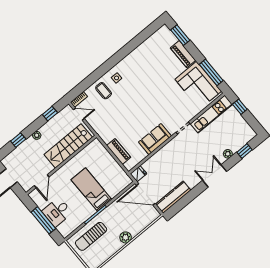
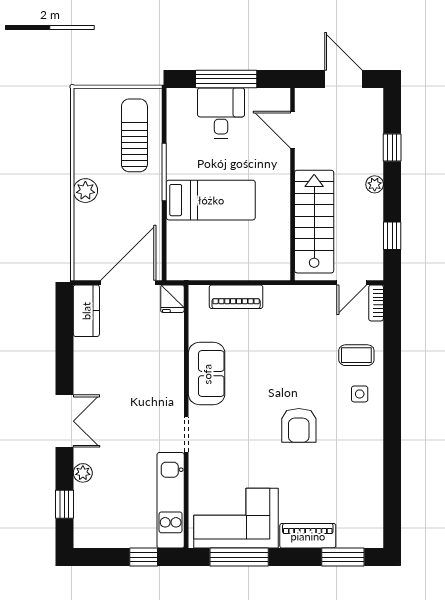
armchair: (146, 90) -> (299, 425), added
kitchen counter: (173, 197) -> (86, 311), width x0.67

